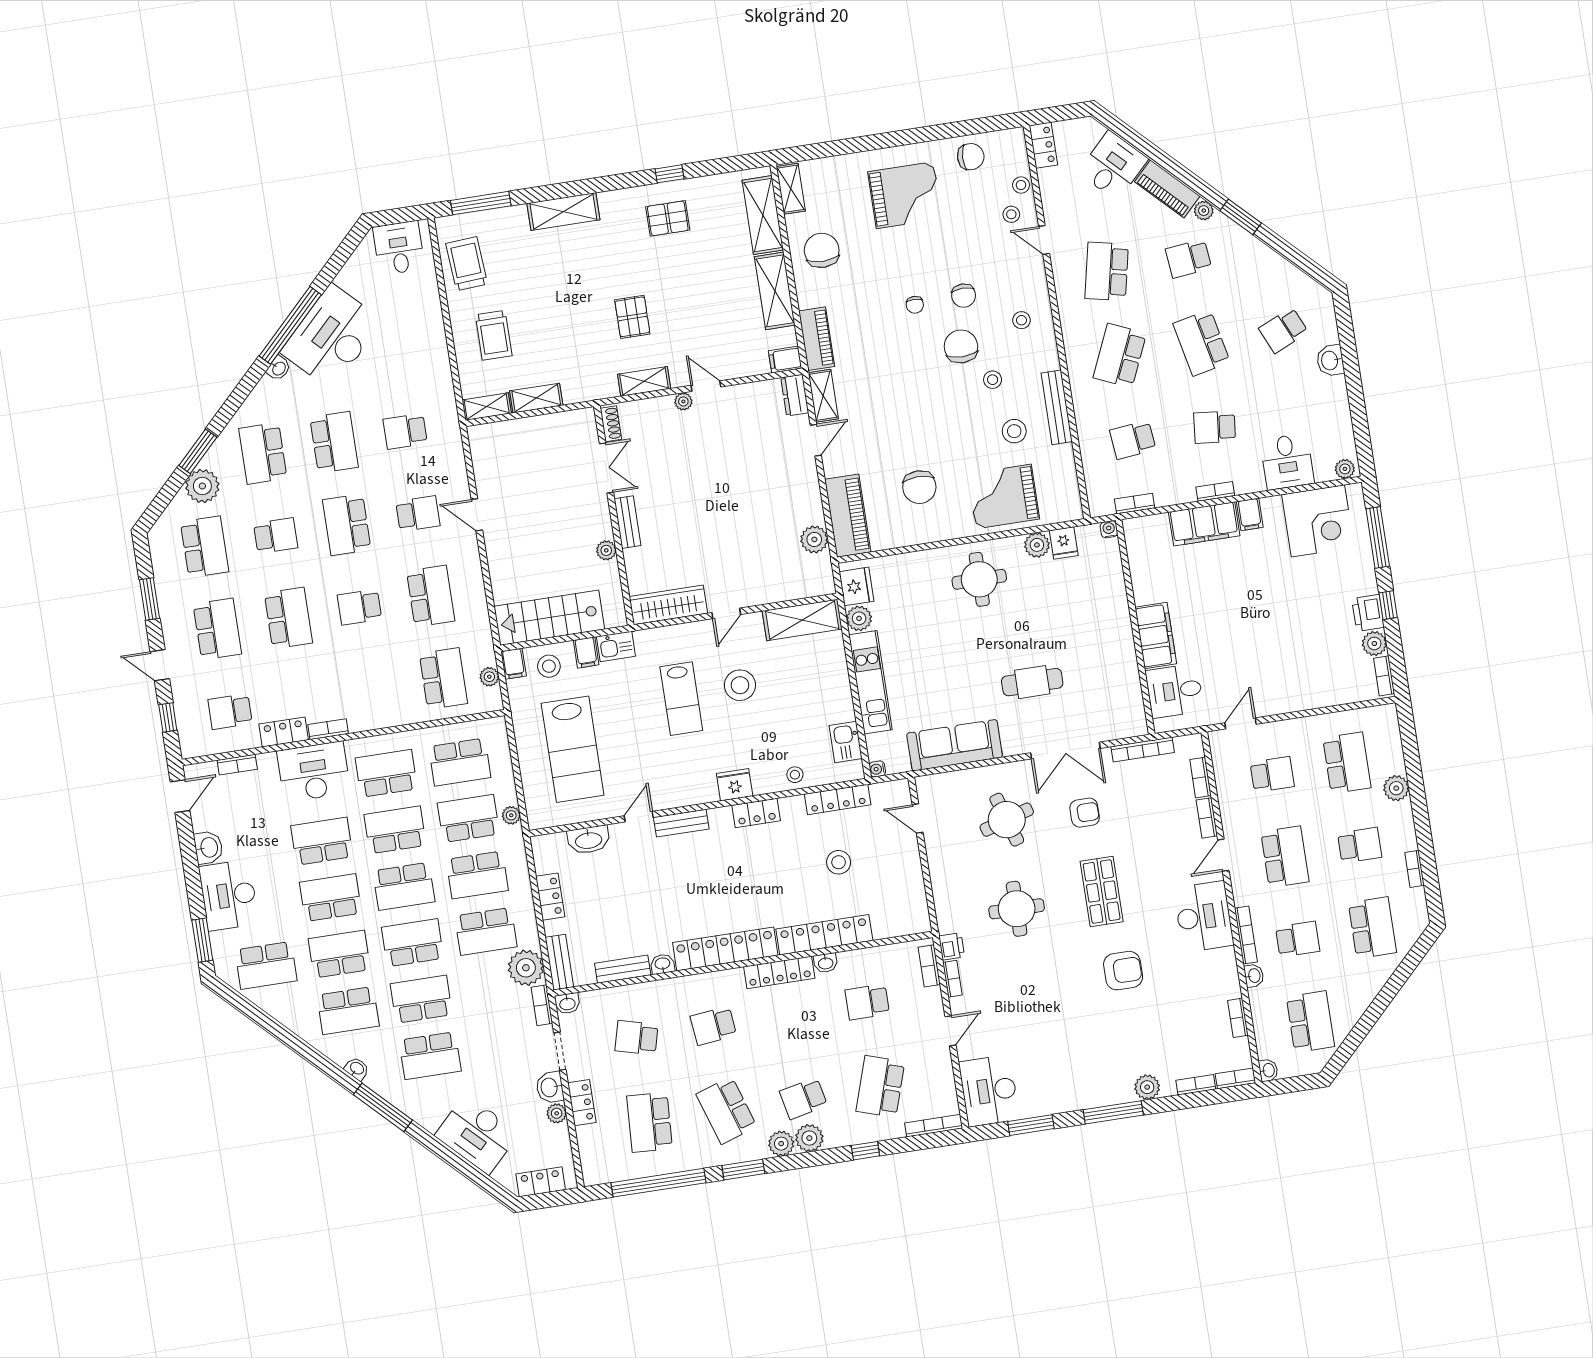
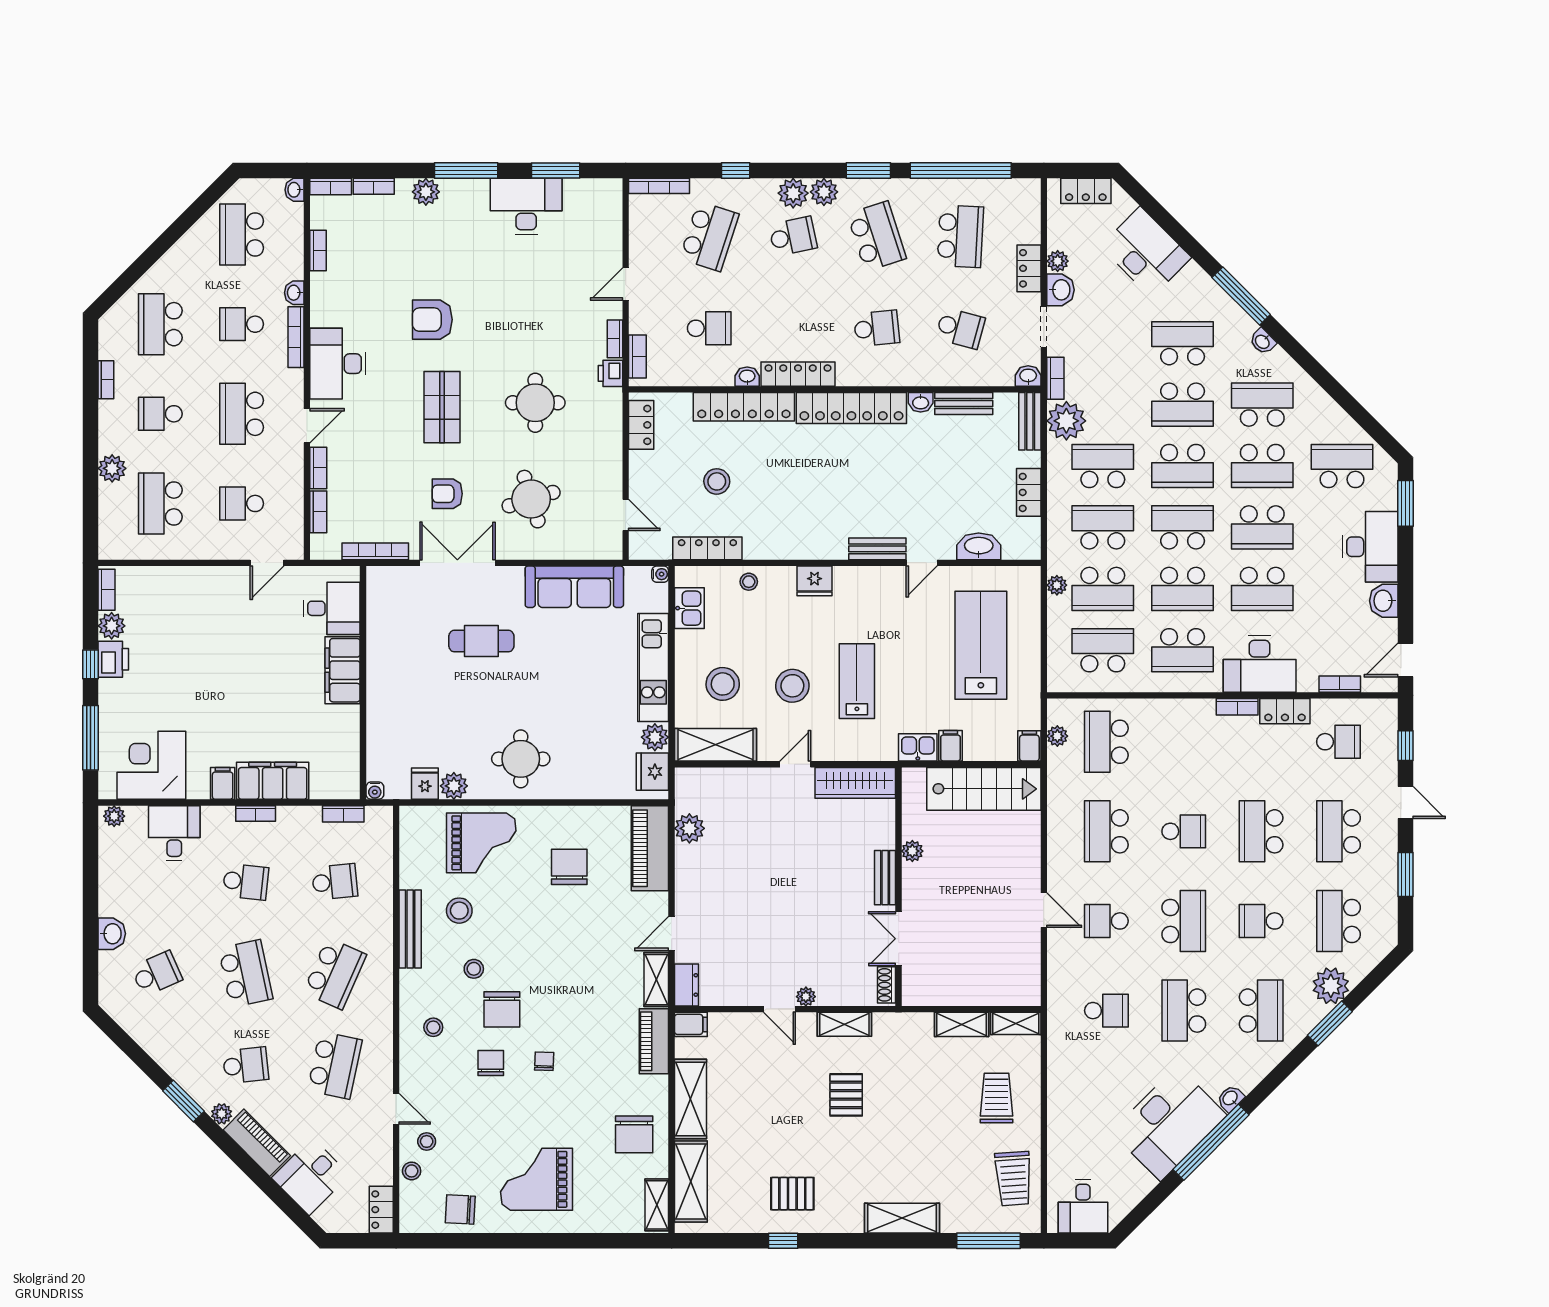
stool: (549, 666) -> (723, 684), moved, width x1.38, depth x1.38
locker: (756, 813) -> (641, 425), moved, turned 90
desk: (989, 1091) -> (526, 206), moved, turned -90

